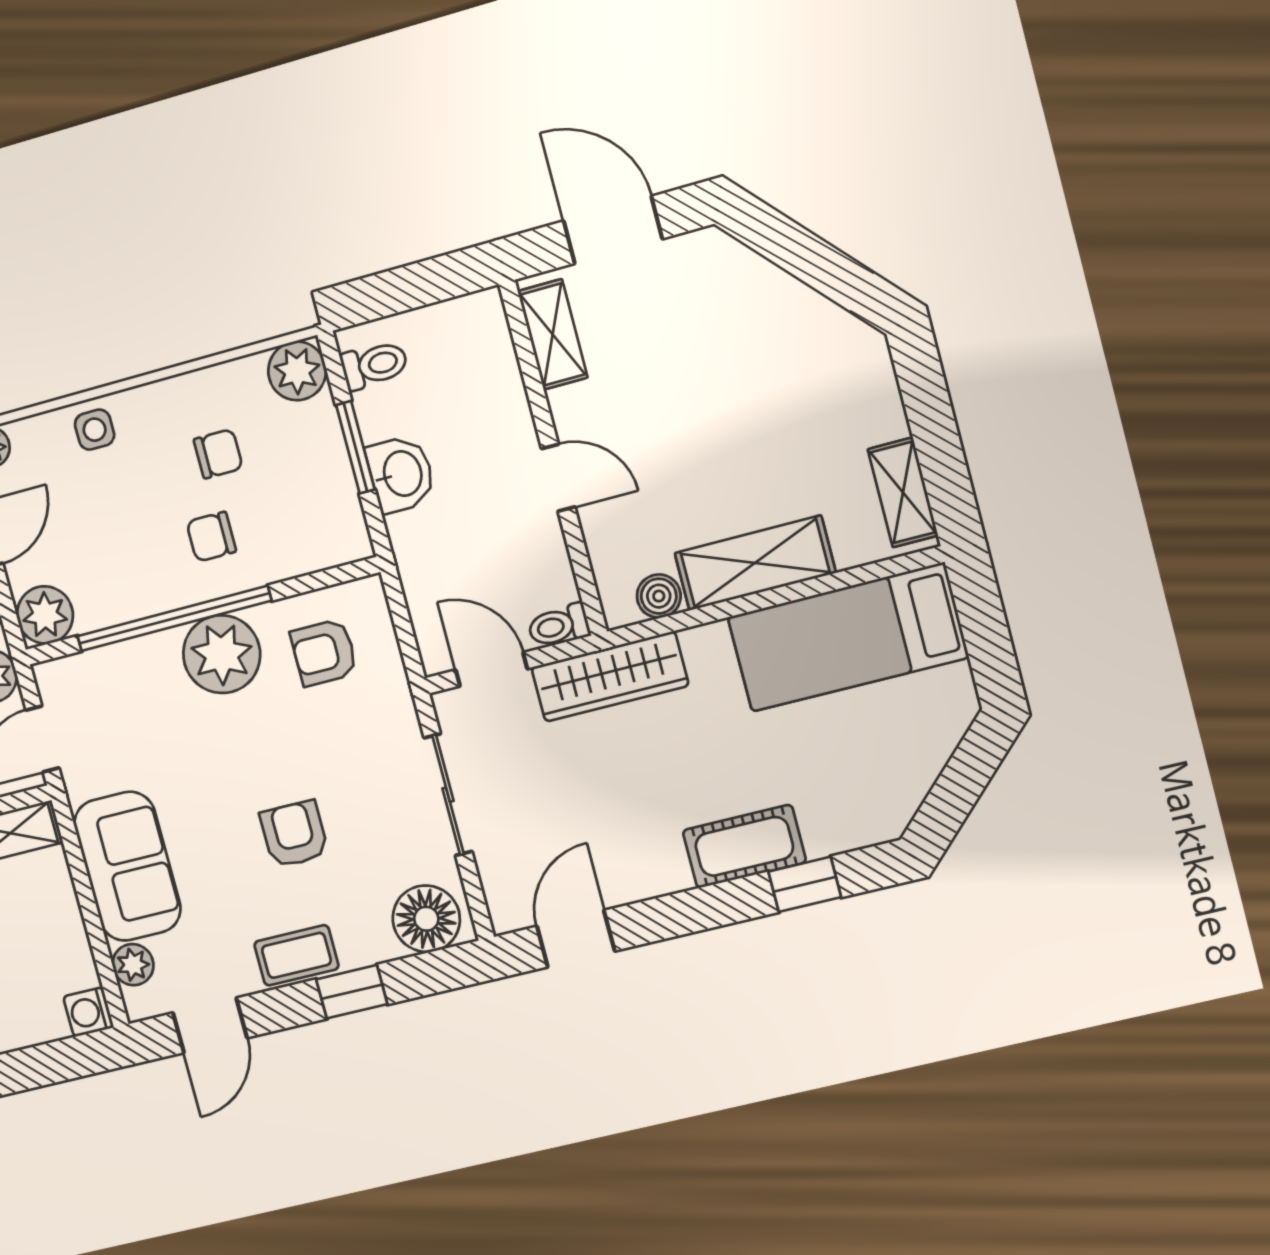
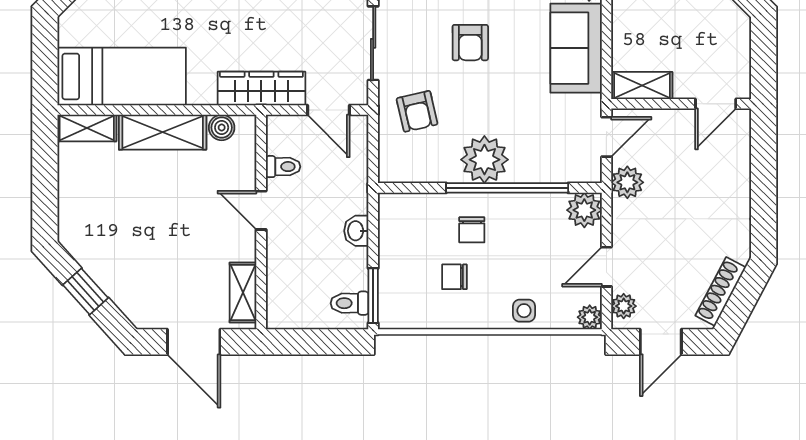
window: (817, 263) -> (86, 291), added
plant: (297, 371) -> (395, 312), removed
window: (355, 447) -> (373, 296), moved
washbasin: (401, 474) -> (356, 231), width x0.72, depth x0.69
shelving: (903, 492) -> (87, 128), moved, turned 90
chair: (211, 537) -> (472, 230), turned 90
toilet: (559, 626) -> (283, 167), moved
armchair: (324, 653) -> (417, 111), moved, turned 77

